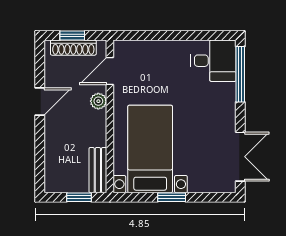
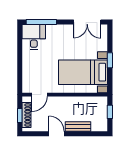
door: (110, 71) -> (40, 95), hinge flipped
plant: (98, 101) -> (56, 101), removed
double door: (240, 157) -> (87, 22), swing flipped
bench: (98, 170) -> (78, 126), moved

